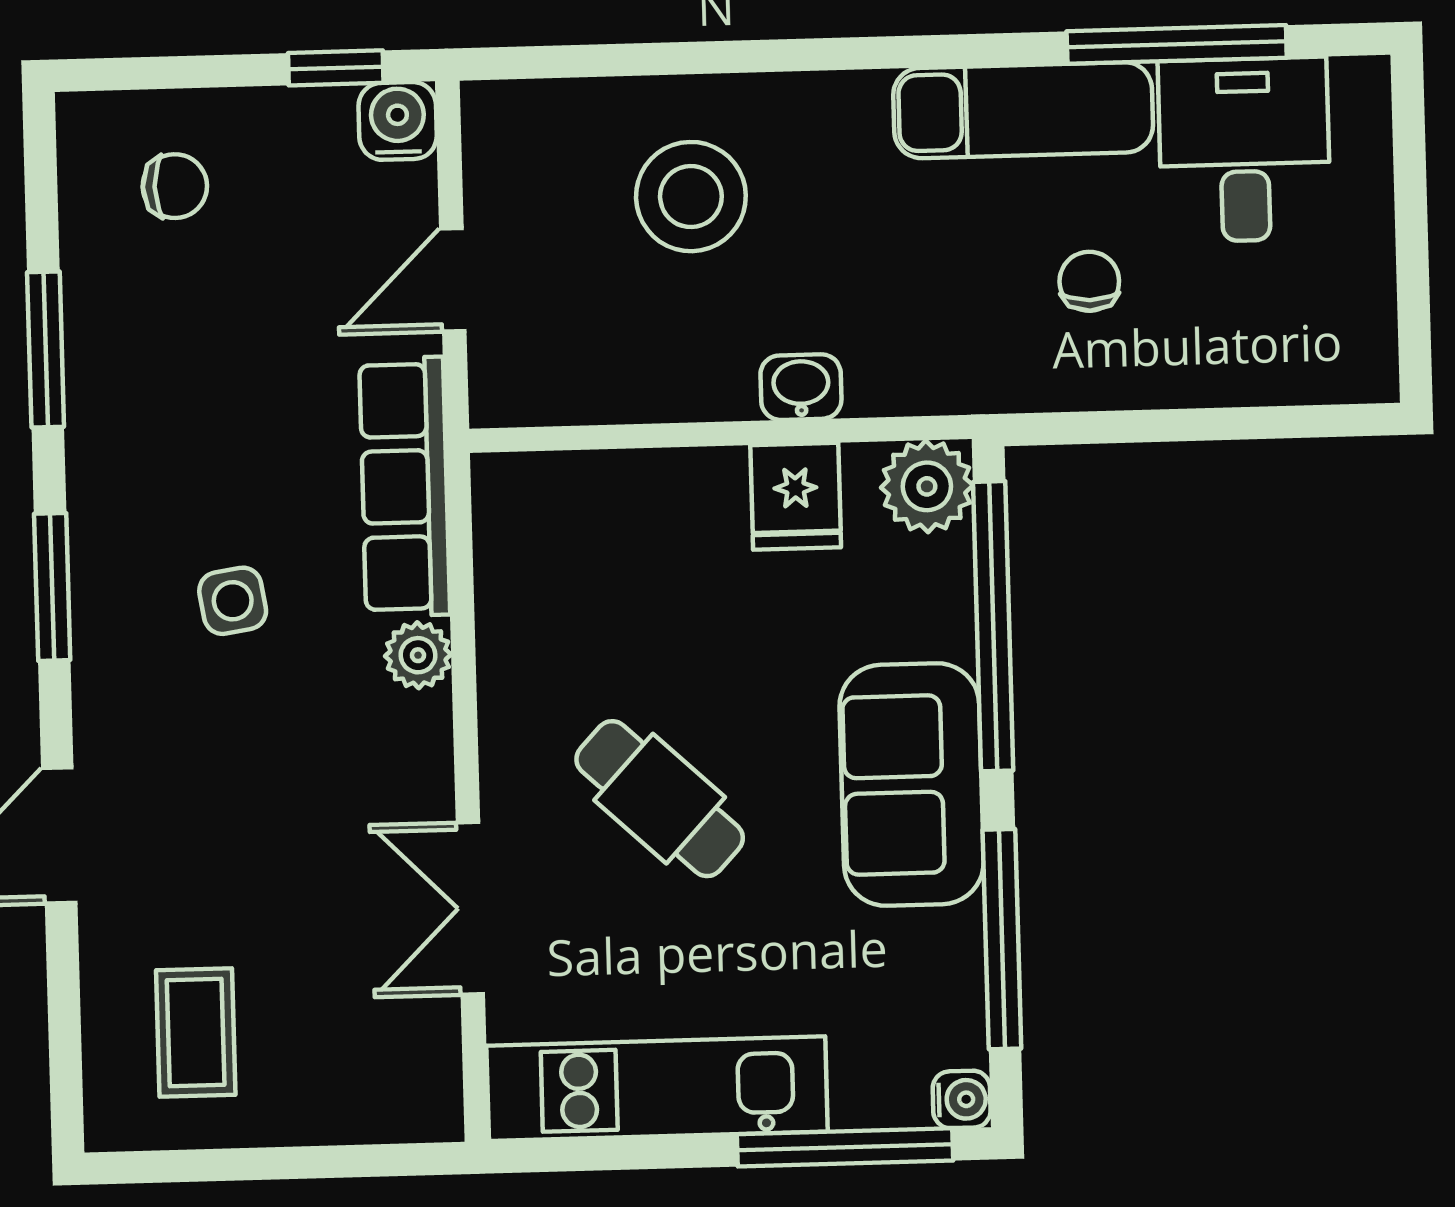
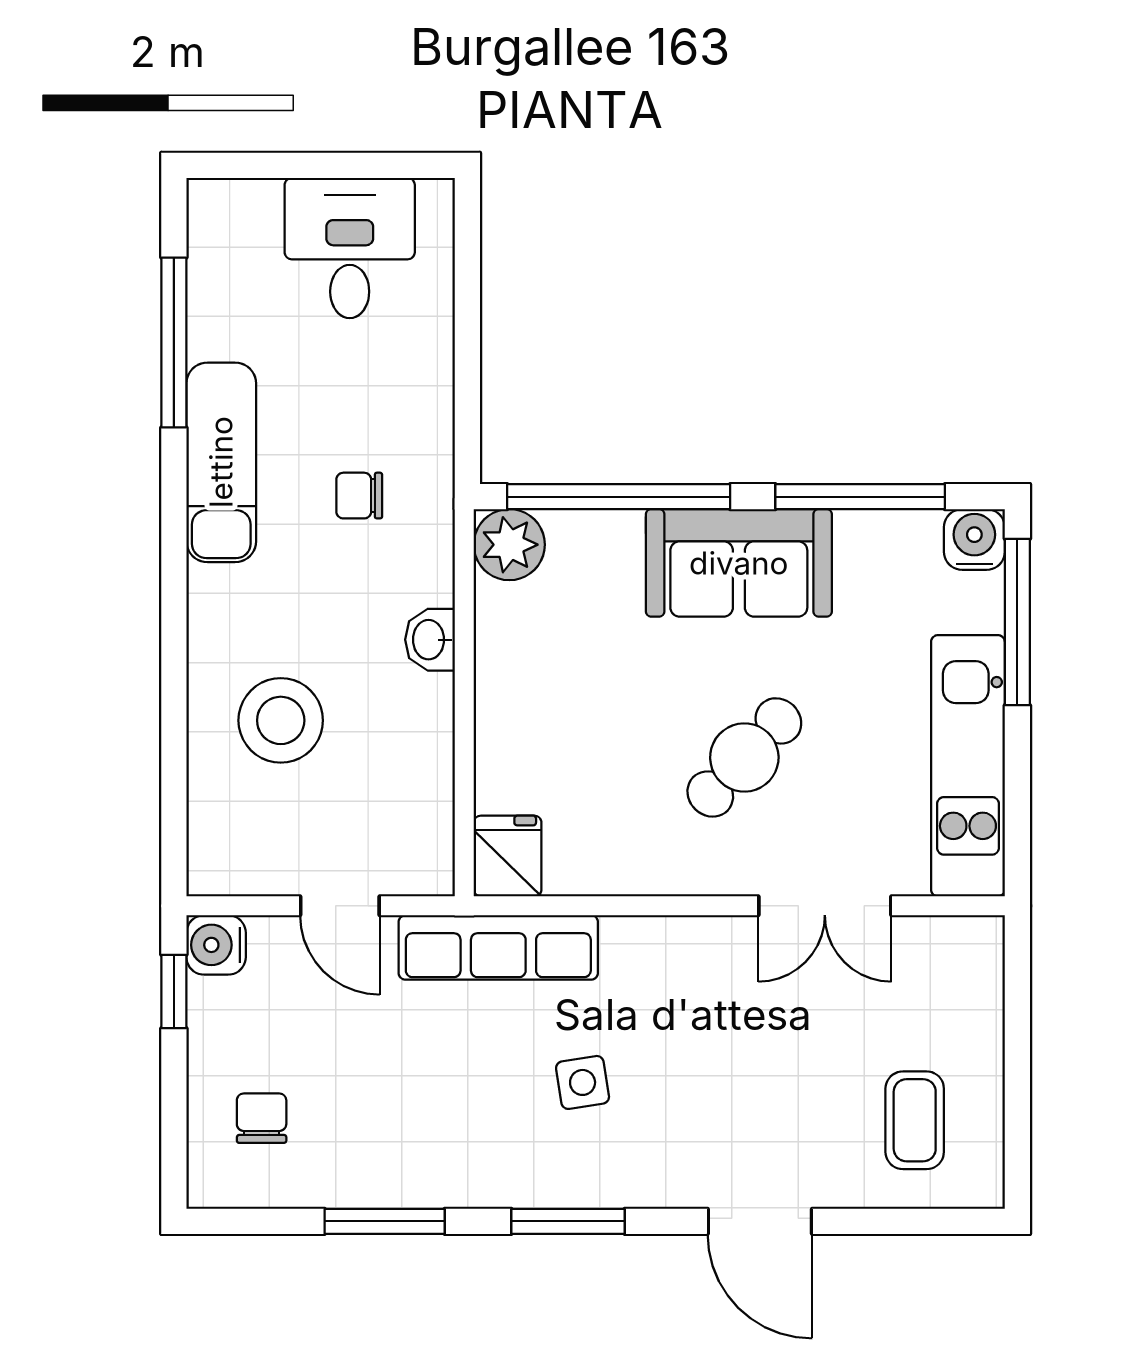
desk: (1244, 150) -> (350, 248), moved, turned 90
chair: (1089, 281) -> (359, 496), moved
fridge: (796, 496) -> (508, 856), moved, turned -90
plant: (418, 655) -> (629, 941), removed
coffee table: (196, 1033) -> (915, 1120), turned 90
water cooler: (962, 1099) -> (974, 539), width x1.38, depth x1.38

